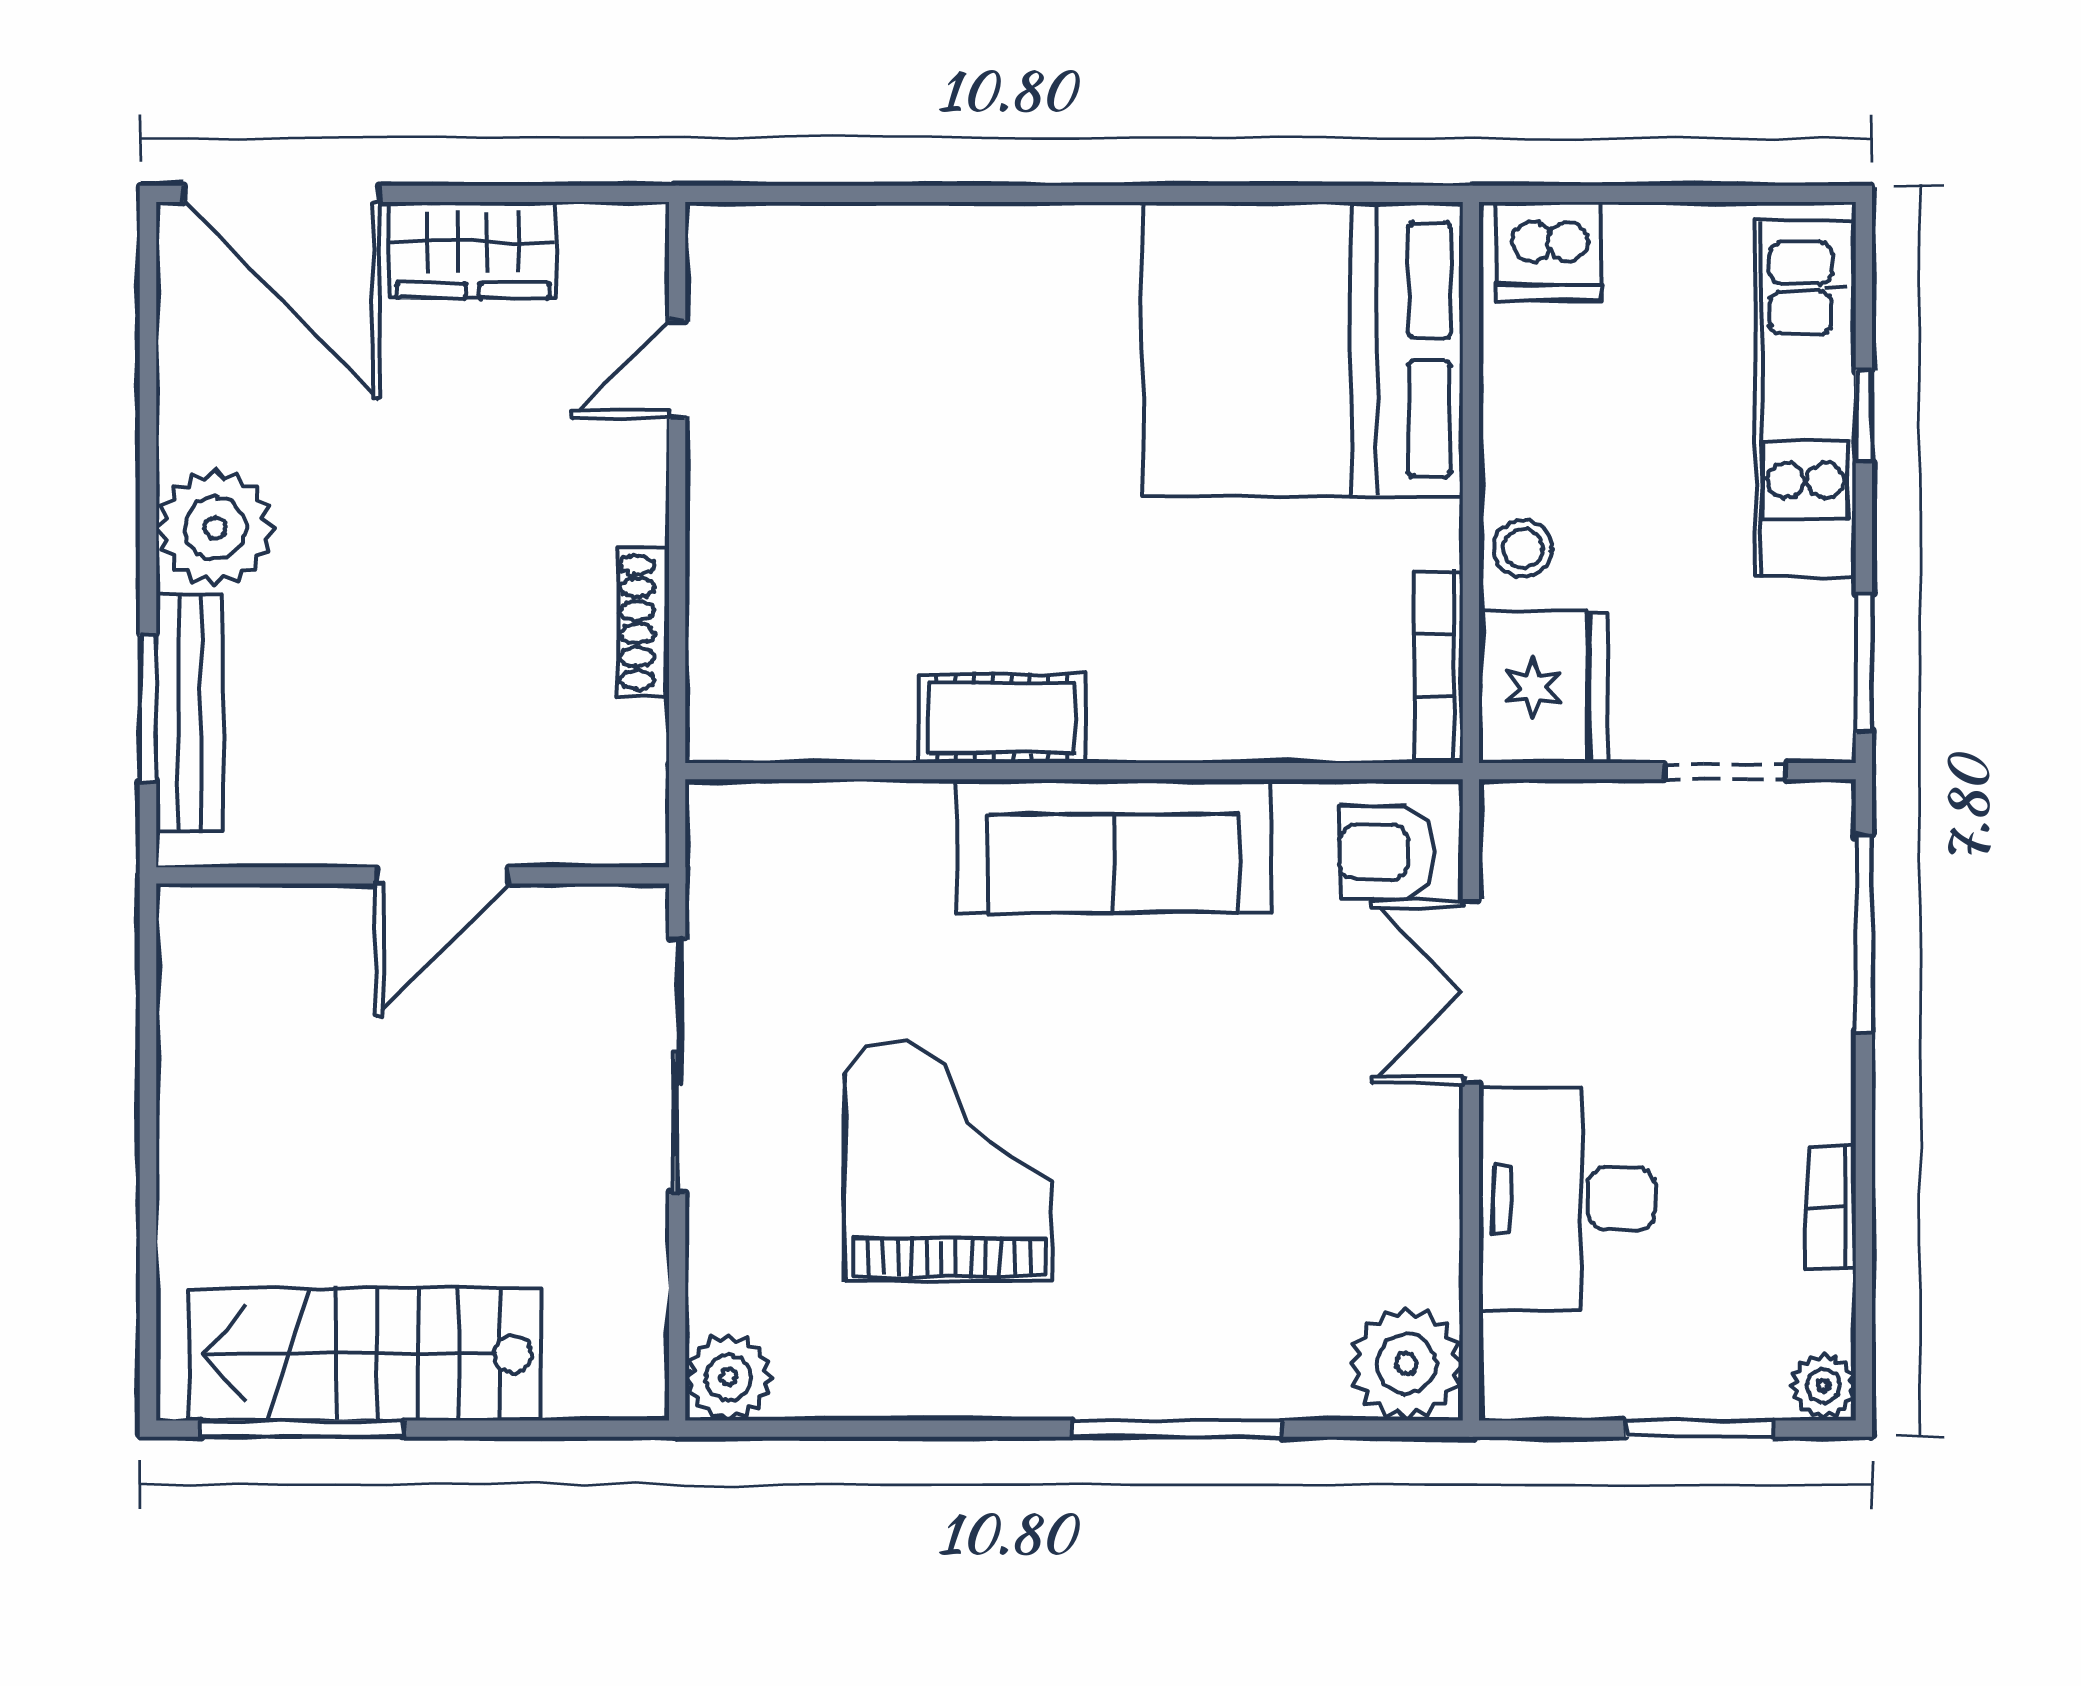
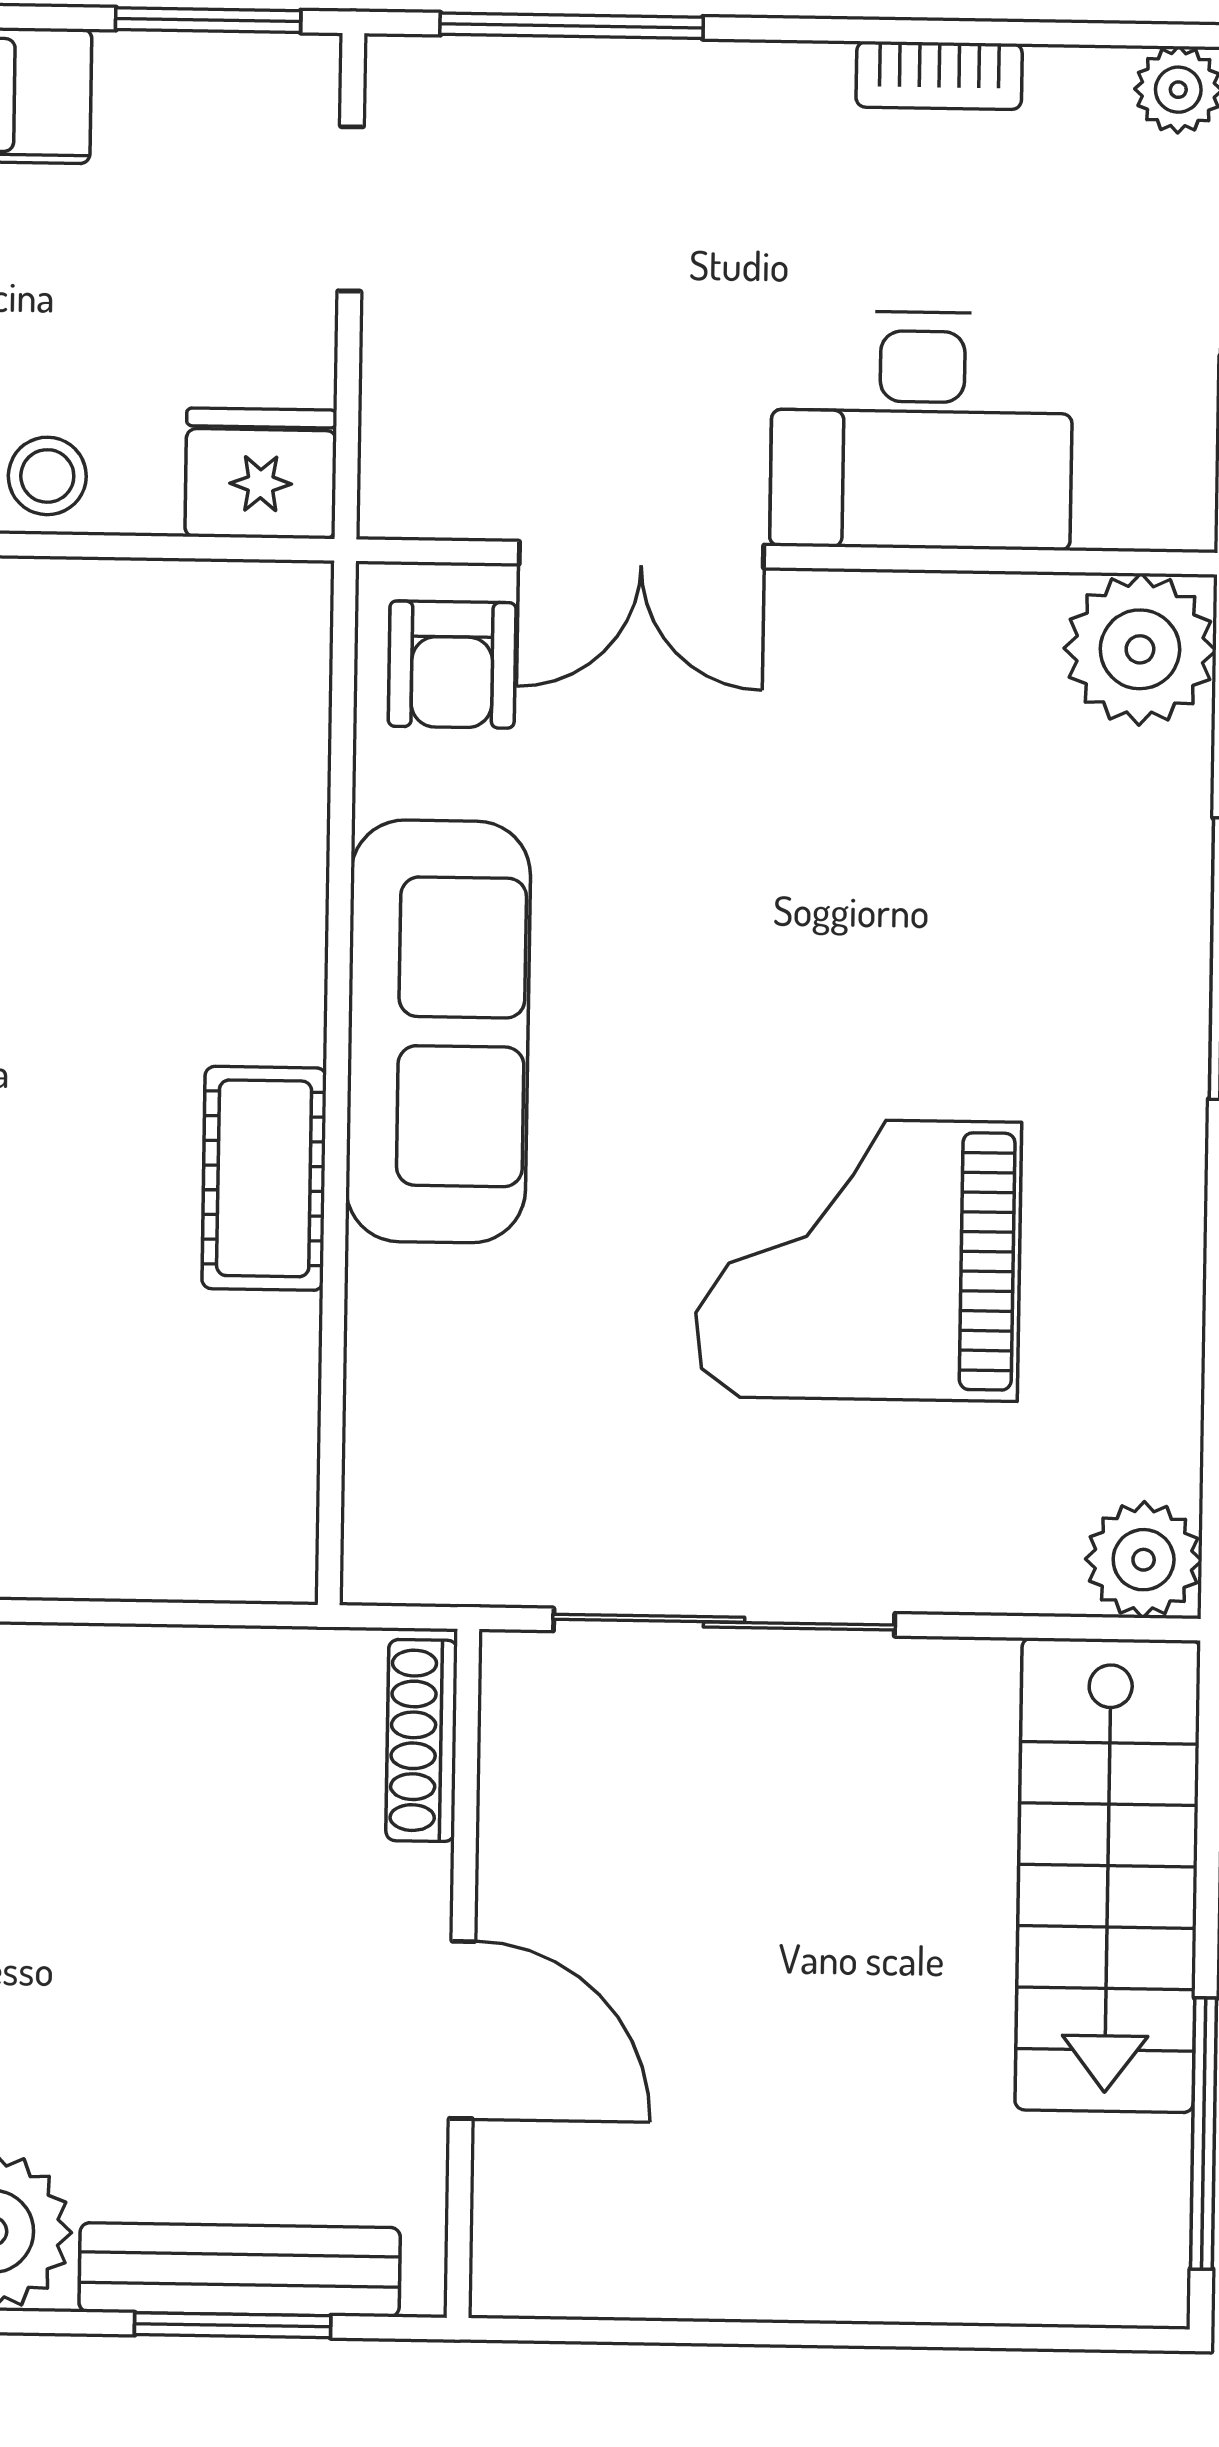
shoe rack: (644, 622) -> (422, 1740), moved, turned 90
bookcase: (1439, 665) -> (203, 591), removed
fridge: (1543, 687) -> (261, 473), width x0.73, depth x0.75
door: (442, 875) -> (462, 2030), moved
stairs: (365, 1354) -> (1108, 1875), moved

